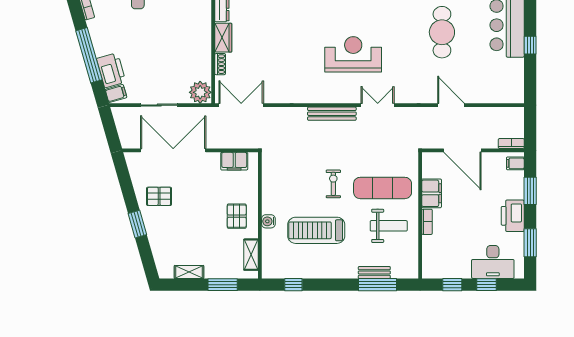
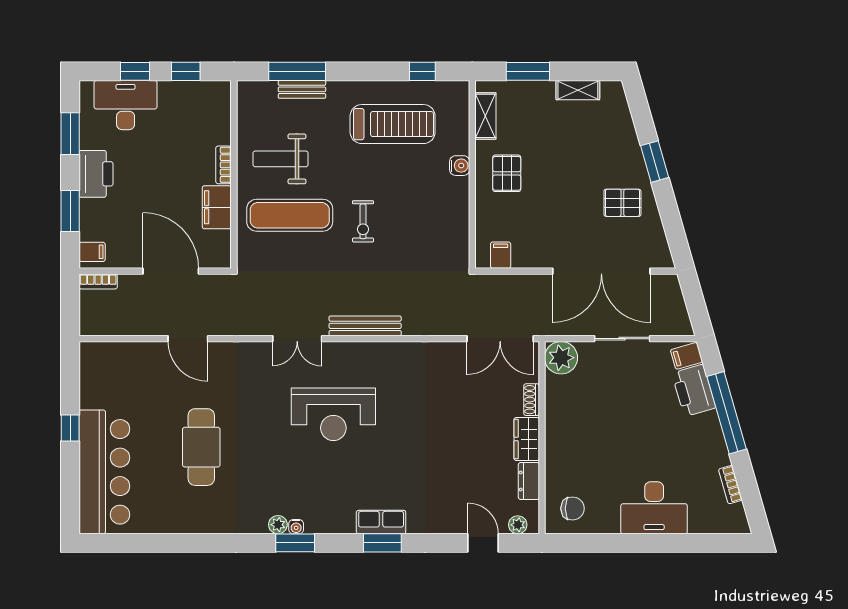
filing cabinet: (234, 161) -> (501, 255), width x0.50
treadmill: (316, 230) -> (393, 124), moved

